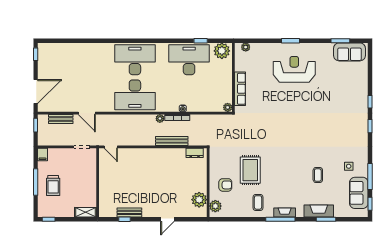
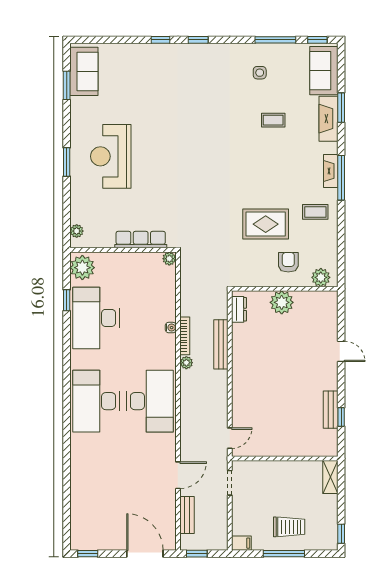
sofa: (359, 193) -> (324, 71), moved, turned 90
plant: (199, 200) -> (282, 302), moved

